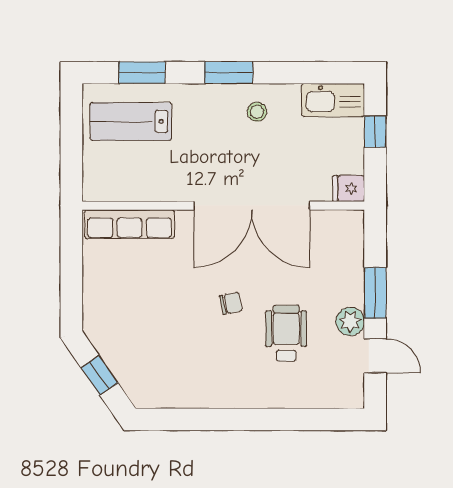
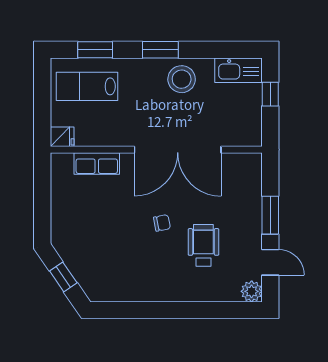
stool: (257, 112) -> (182, 79), width x1.89, depth x1.89
fridge: (349, 188) -> (62, 137), moved, turned 180
row of seats: (130, 224) -> (97, 164), width x0.68
plant: (350, 321) -> (252, 291), moved

